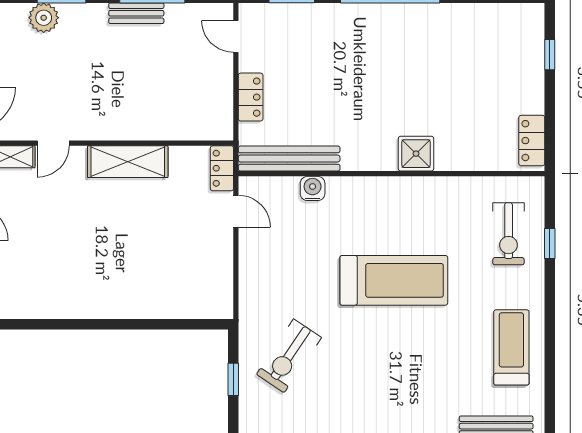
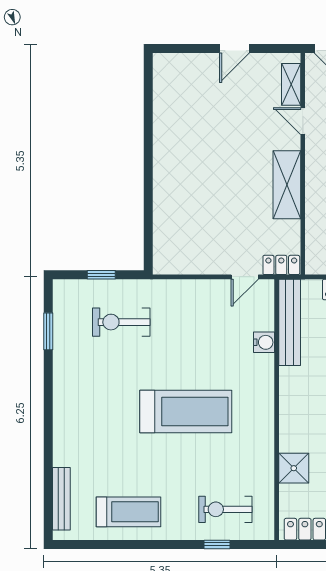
shower: (416, 154) -> (294, 468), moved
treadmill: (394, 280) -> (186, 412), turned -90
exercise bike: (289, 356) -> (121, 322), turned -34

